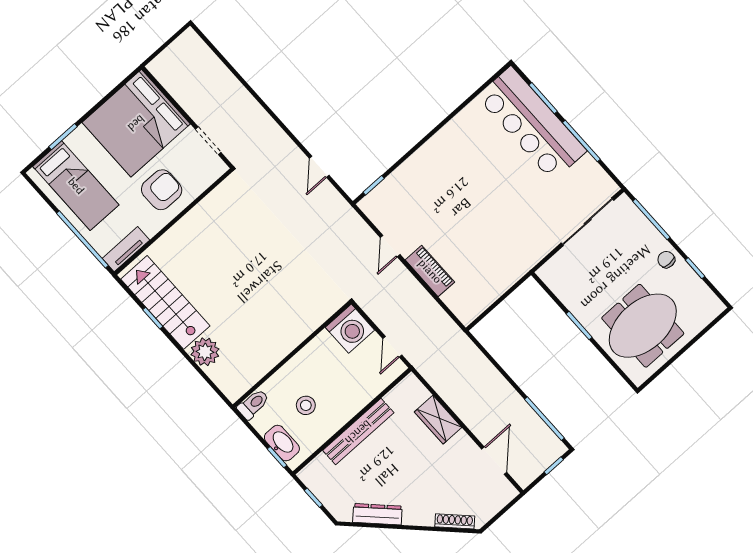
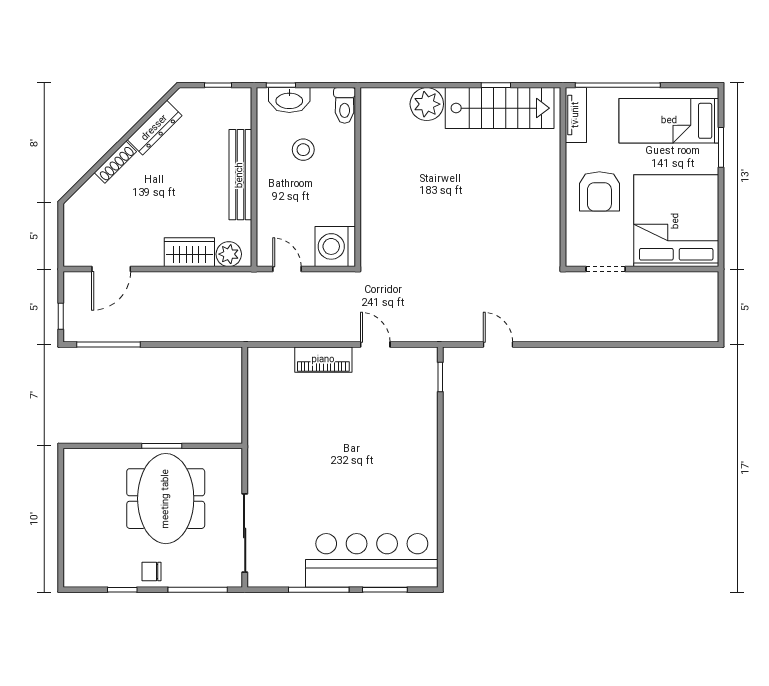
chair: (666, 260) -> (152, 572), turned 180
meeting table: (643, 326) -> (166, 499), moved
plant: (416, 393) -> (229, 254), added
door: (494, 461) -> (111, 269), hinge flipped
shoe rack: (455, 521) -> (115, 162), moved

